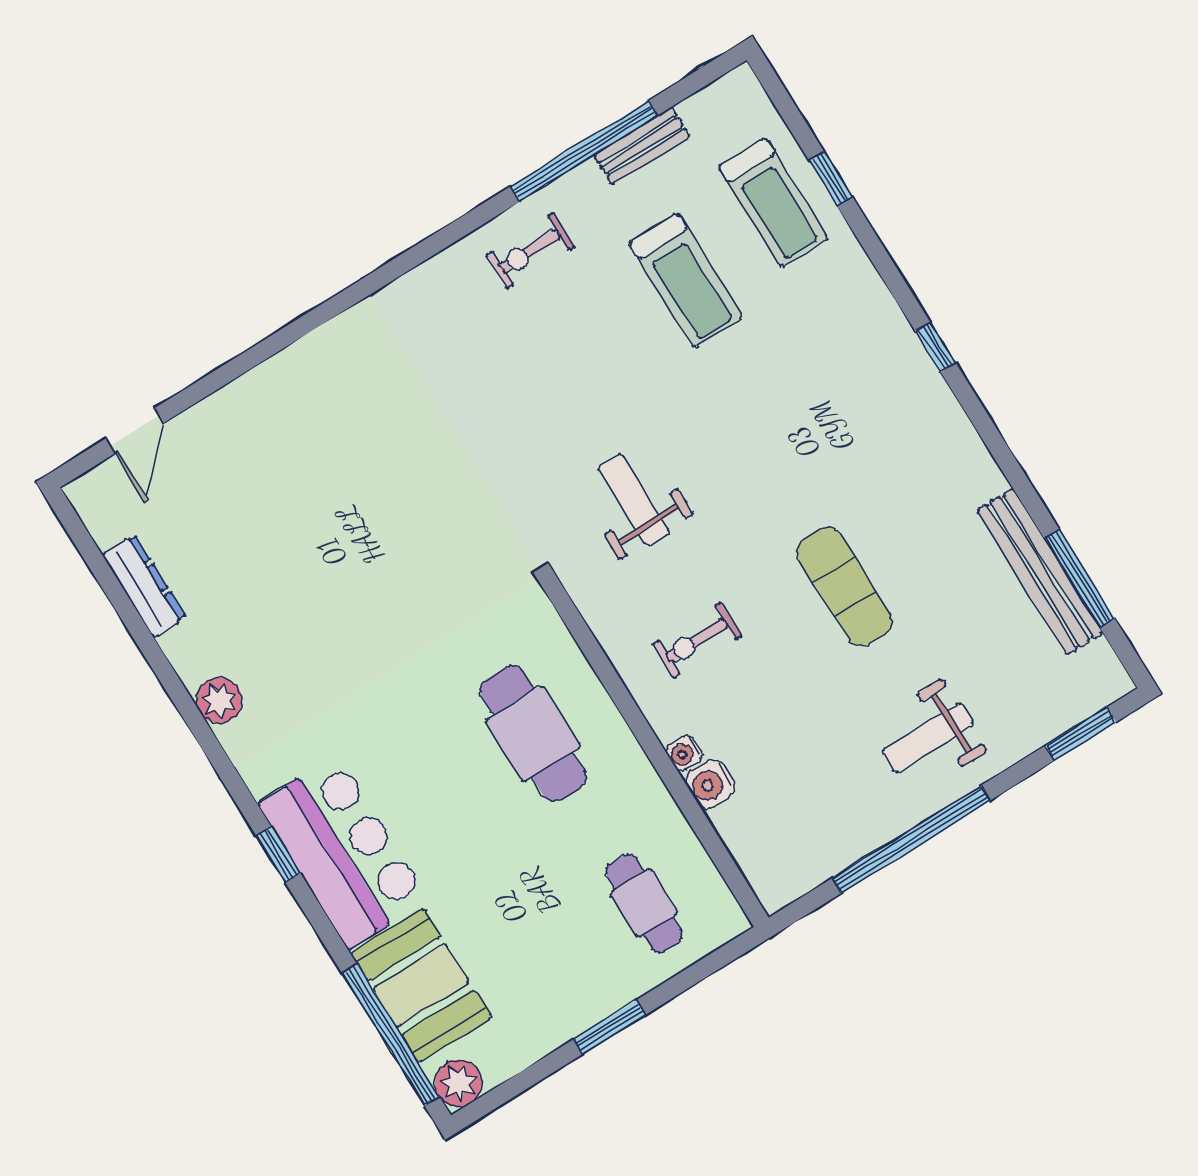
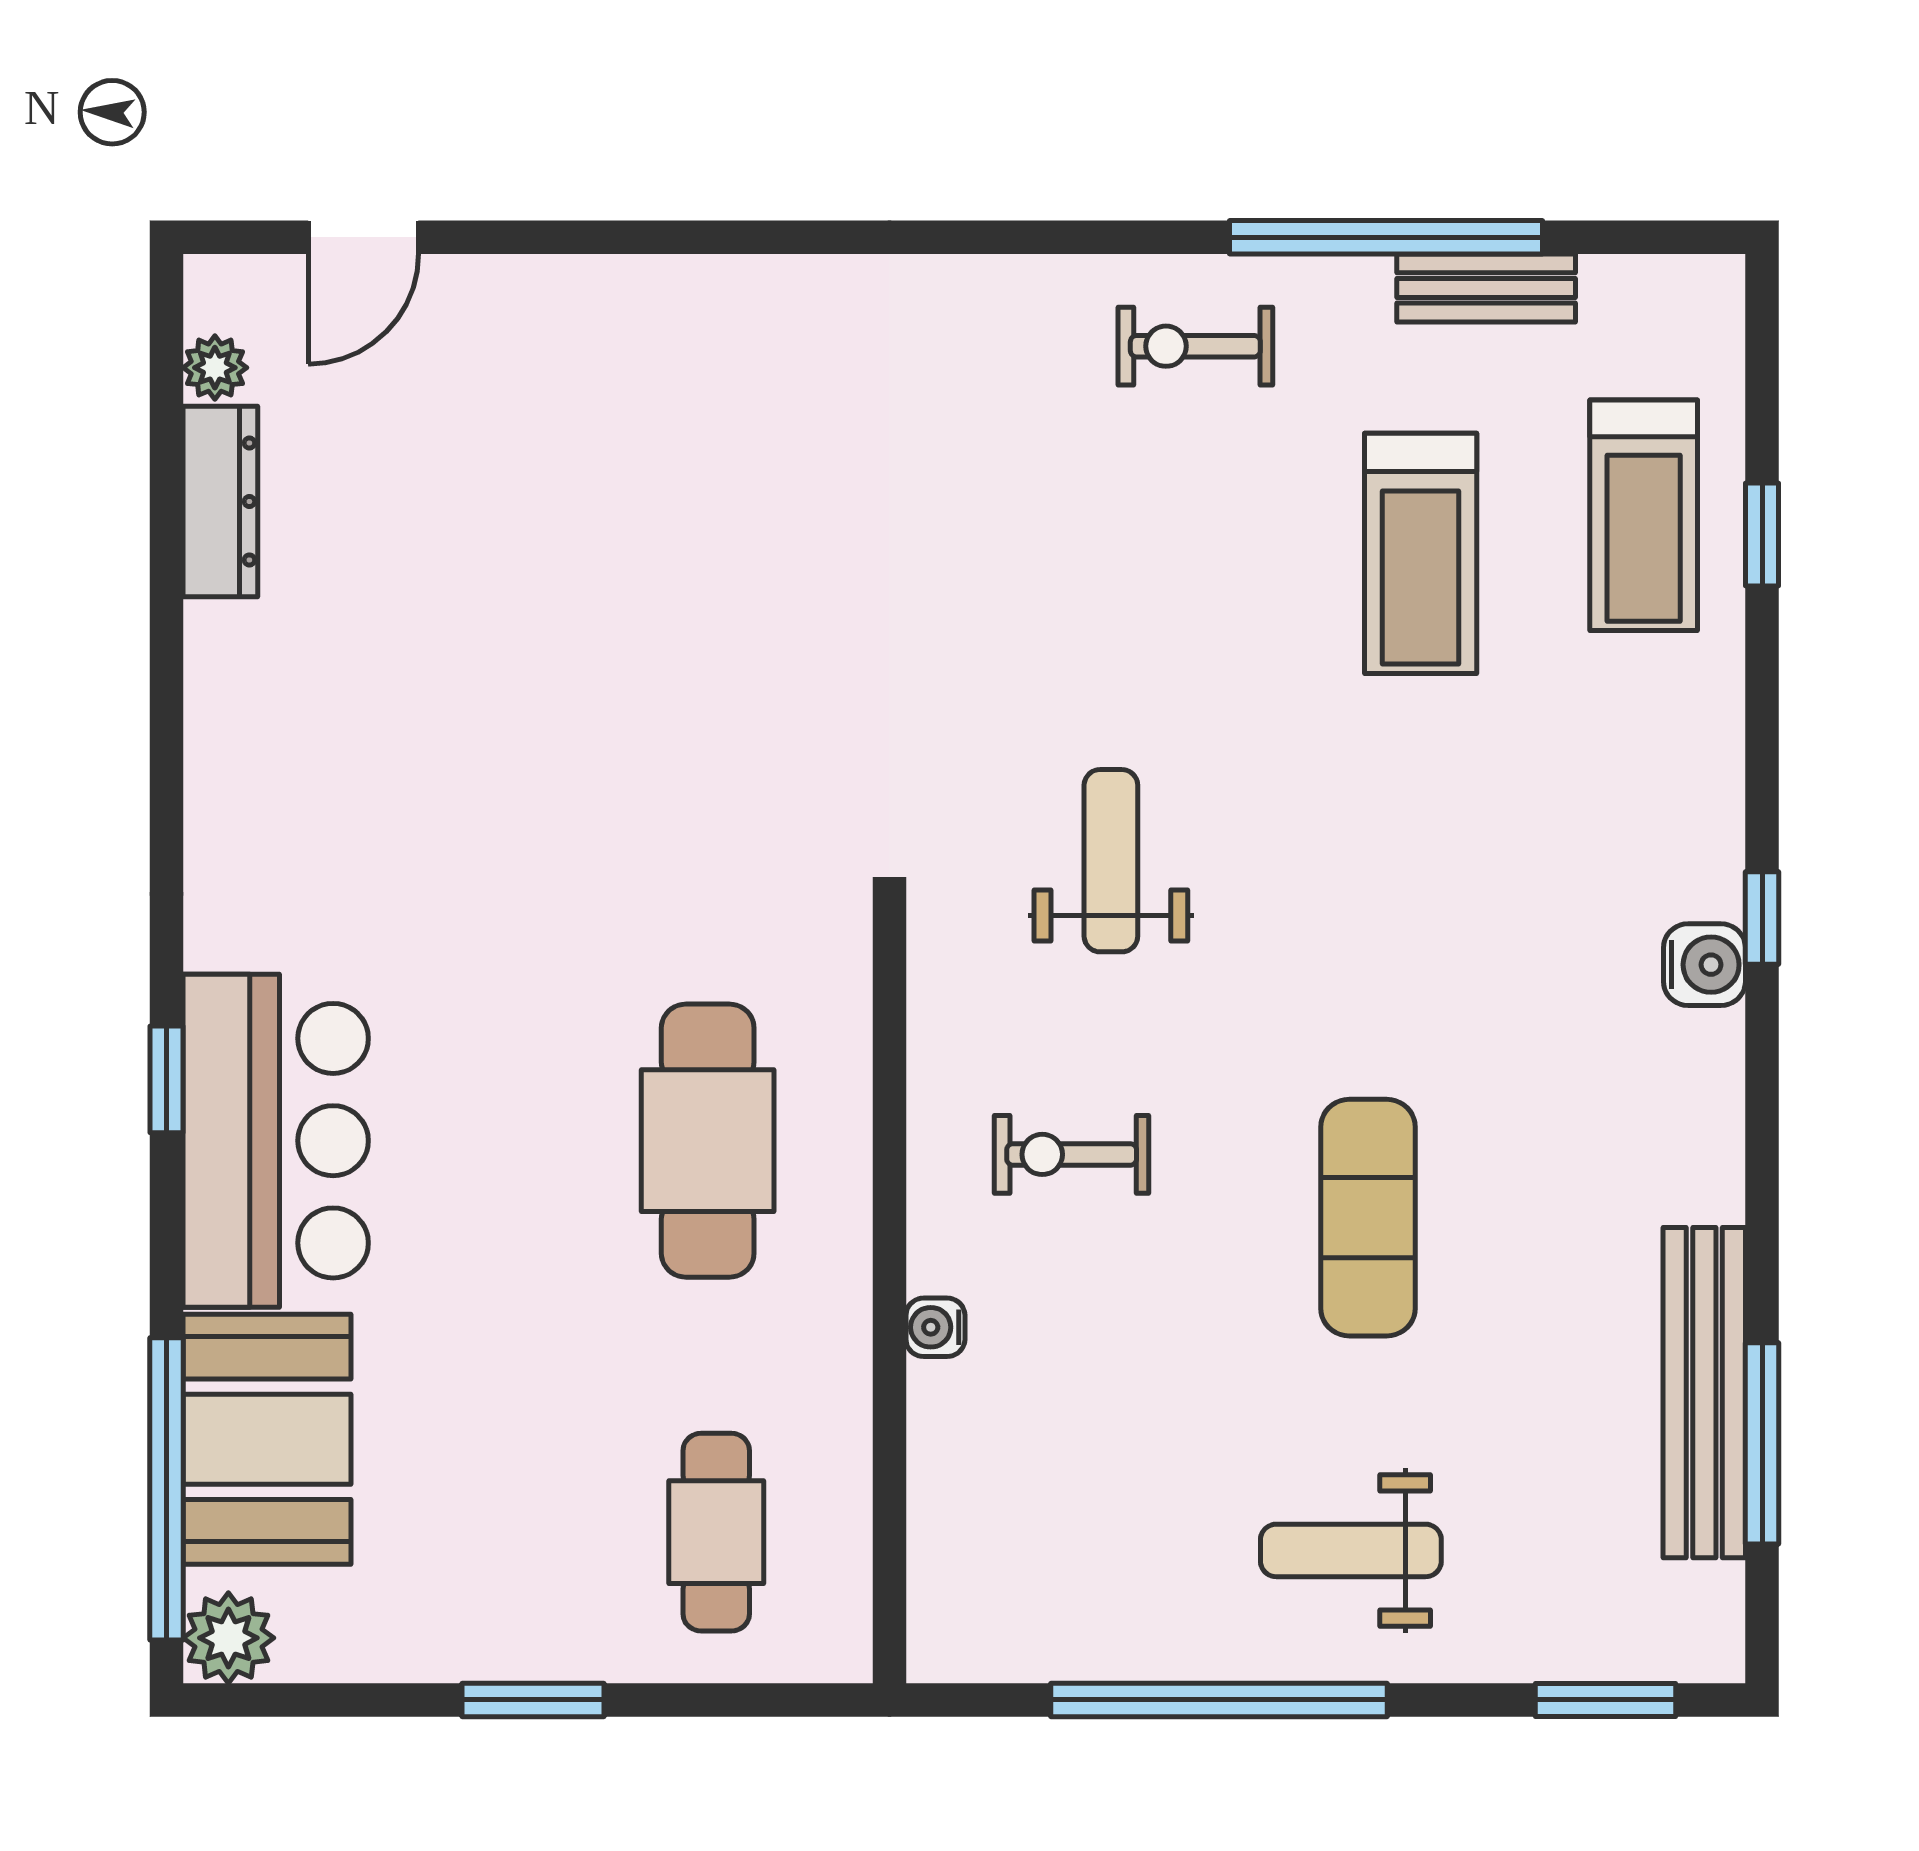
plant: (219, 700) -> (215, 368), moved, width x0.73, depth x0.73
water cooler: (710, 784) -> (1704, 965), moved, turned 180

